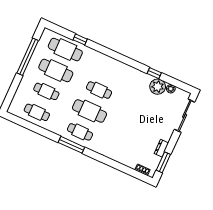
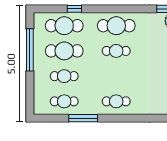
cafe table: (89, 111) -> (116, 26), moved
window: (71, 145) -> (83, 118), moved

